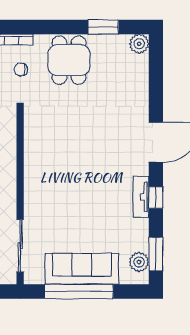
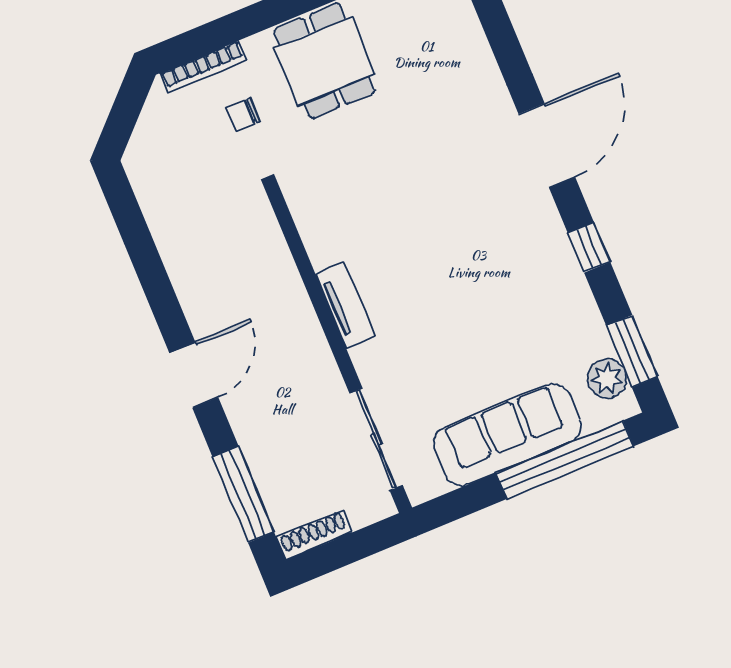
tv unit: (141, 197) -> (345, 305), moved, turned 180
window: (79, 291) -> (565, 460), moved

